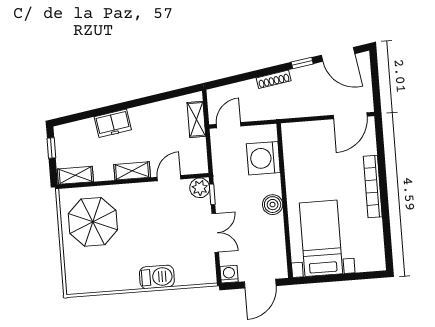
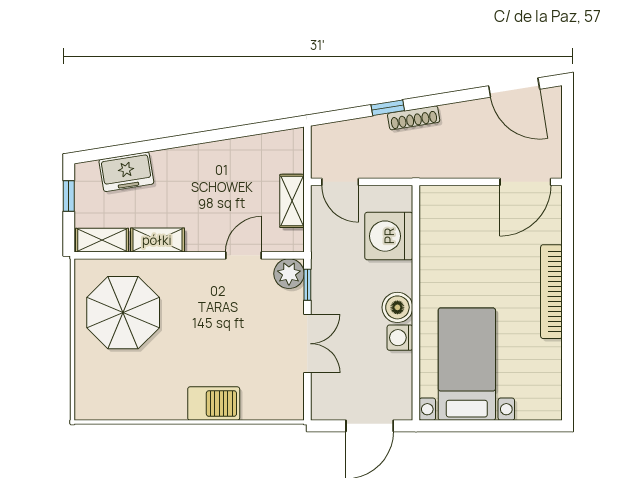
window: (302, 63) -> (388, 108), moved
shelving: (196, 119) -> (292, 201), moved
freezer: (113, 123) -> (126, 172), moved
door: (229, 125) -> (340, 182), swing flipped
shelving: (132, 171) -> (157, 240), moved
washing machine: (229, 274) -> (400, 338), moved, turned -90

